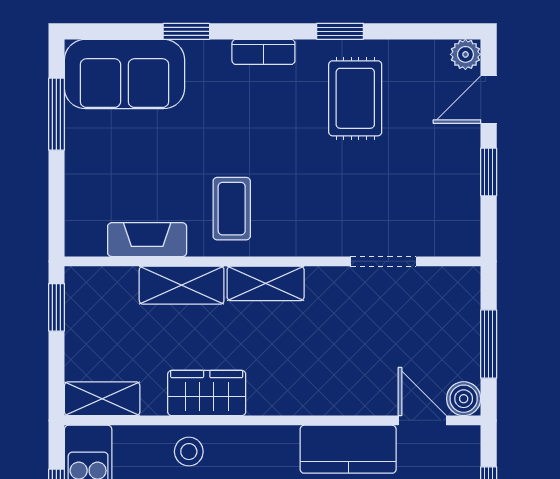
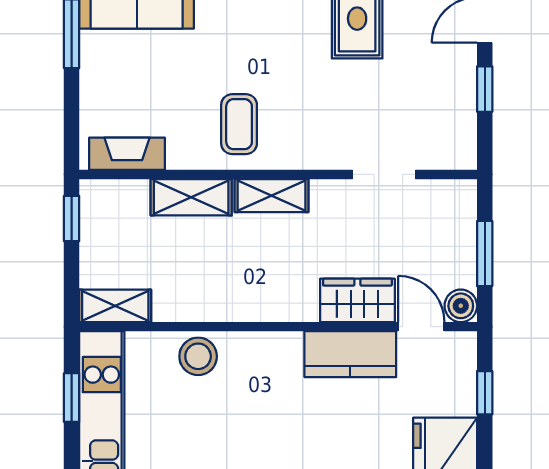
fireplace: (147, 240) -> (127, 154), moved
wardrobe: (207, 393) -> (357, 300), moved
stool: (189, 452) -> (198, 356), width x1.37, depth x1.37

